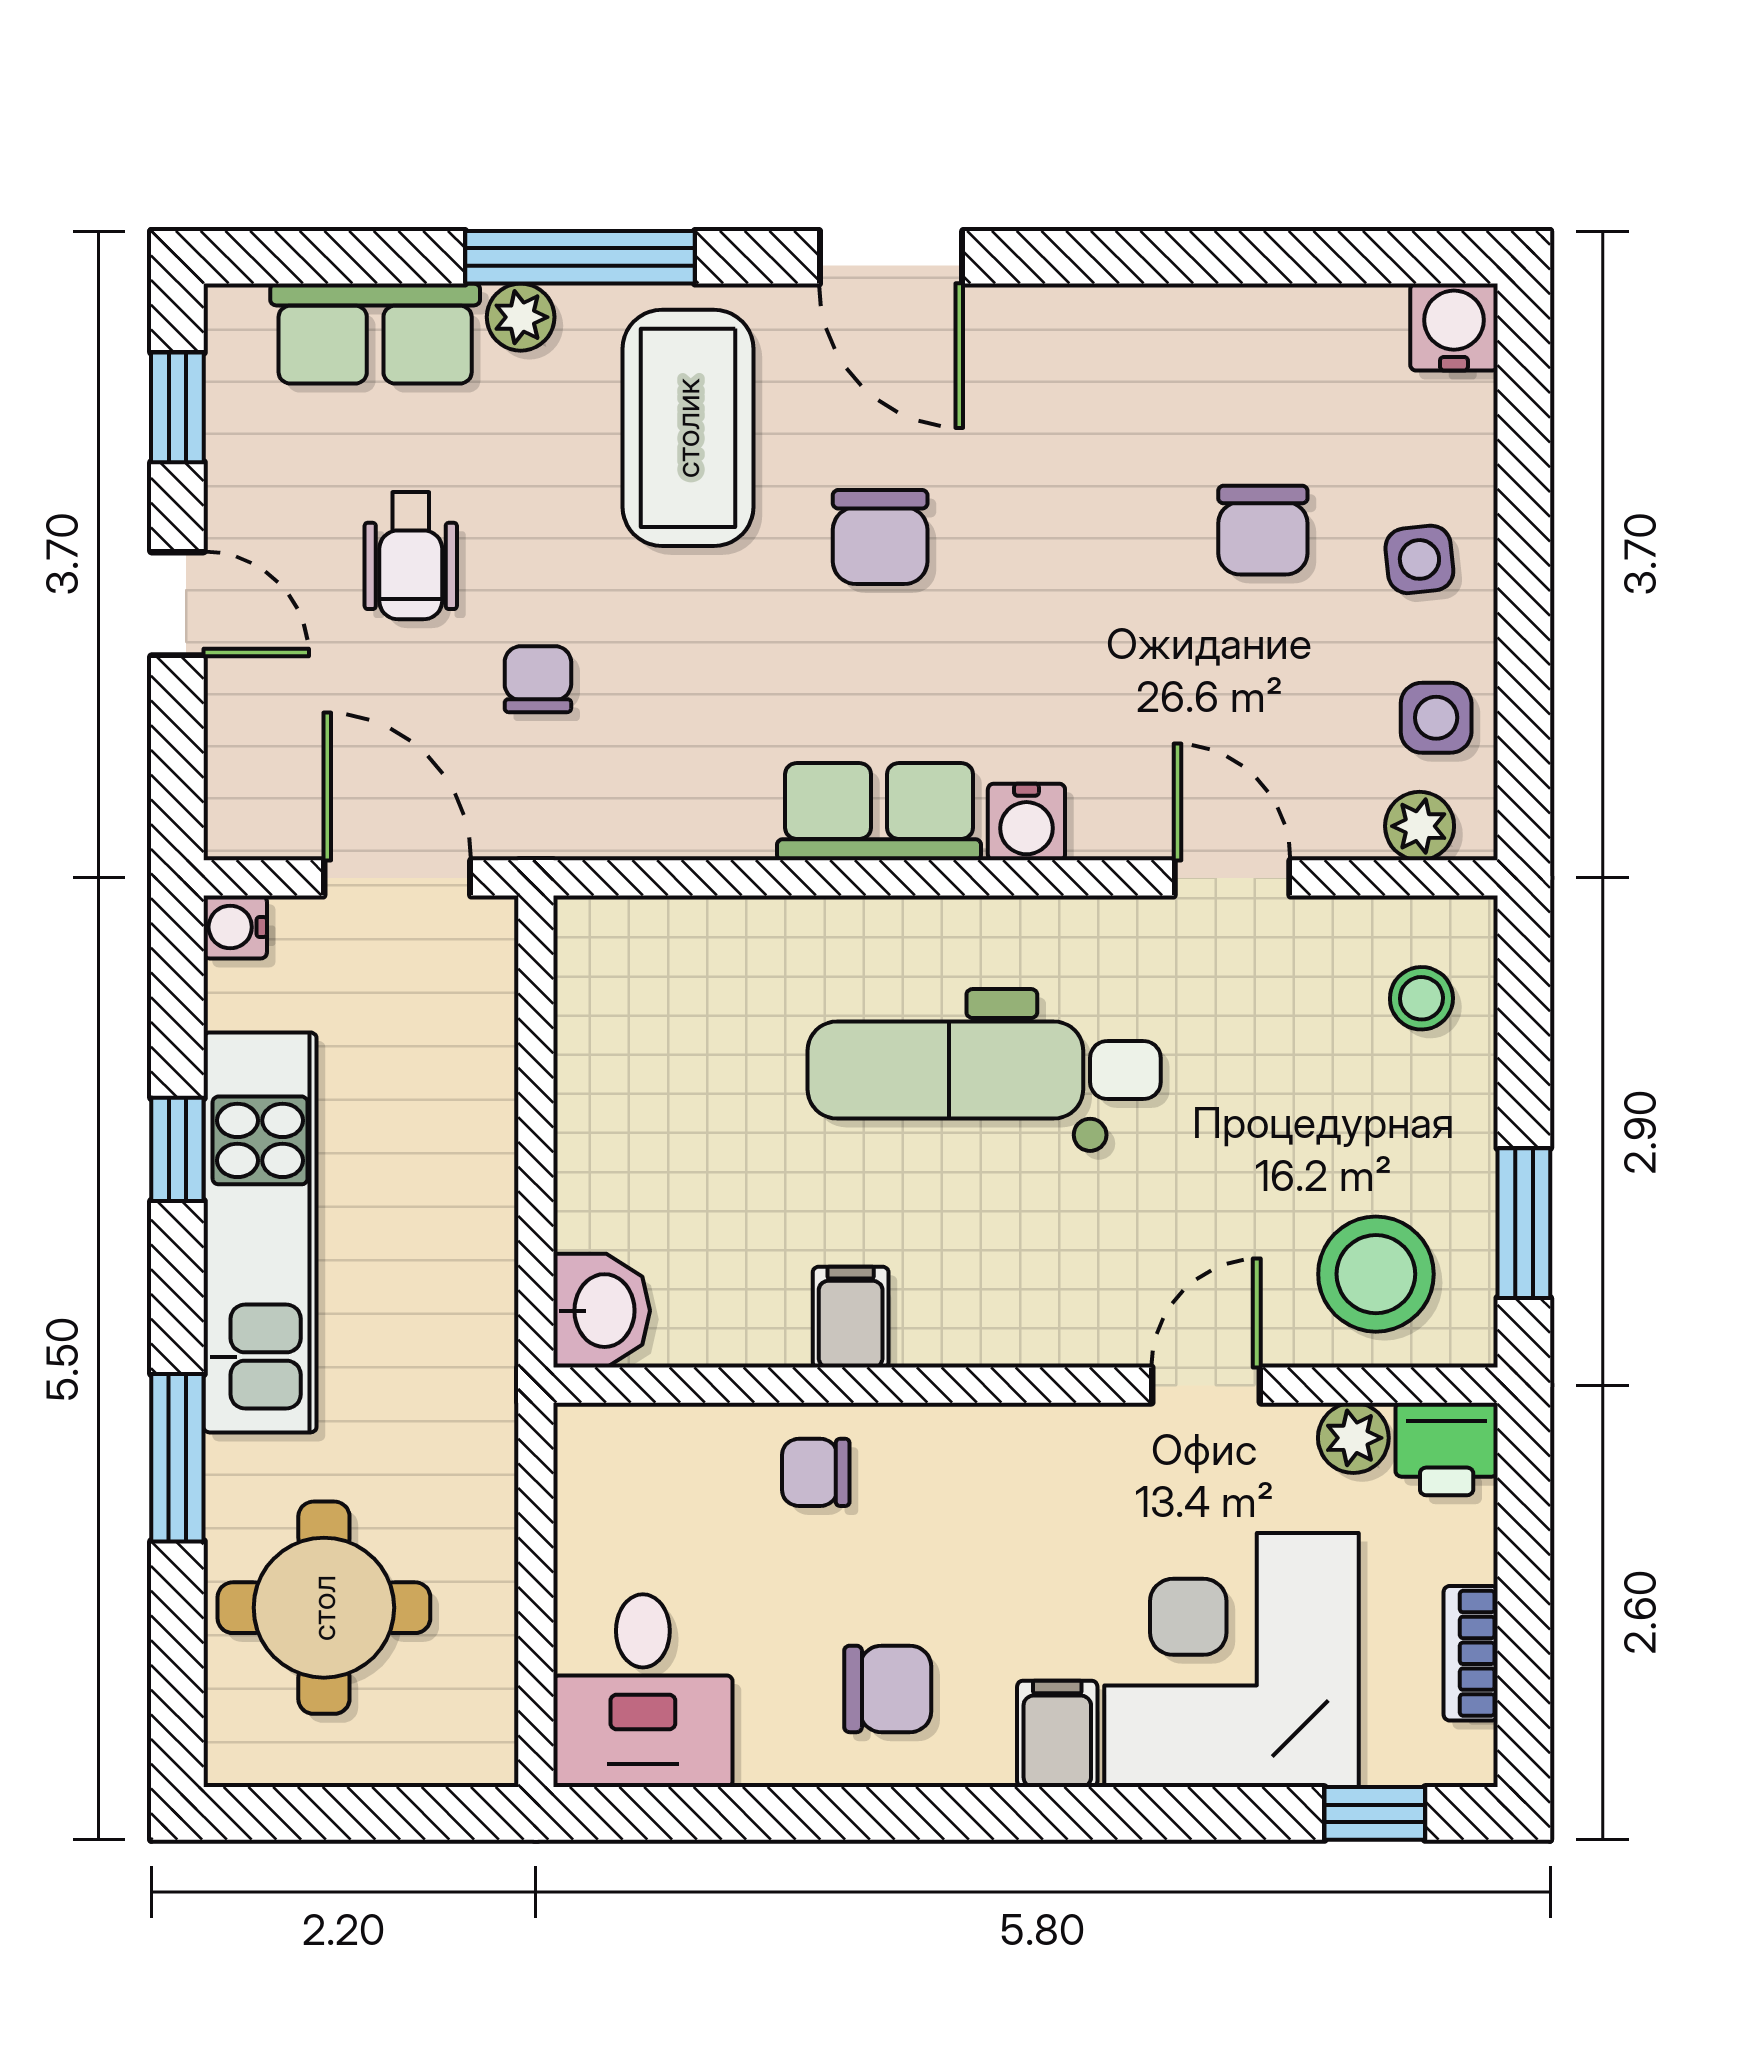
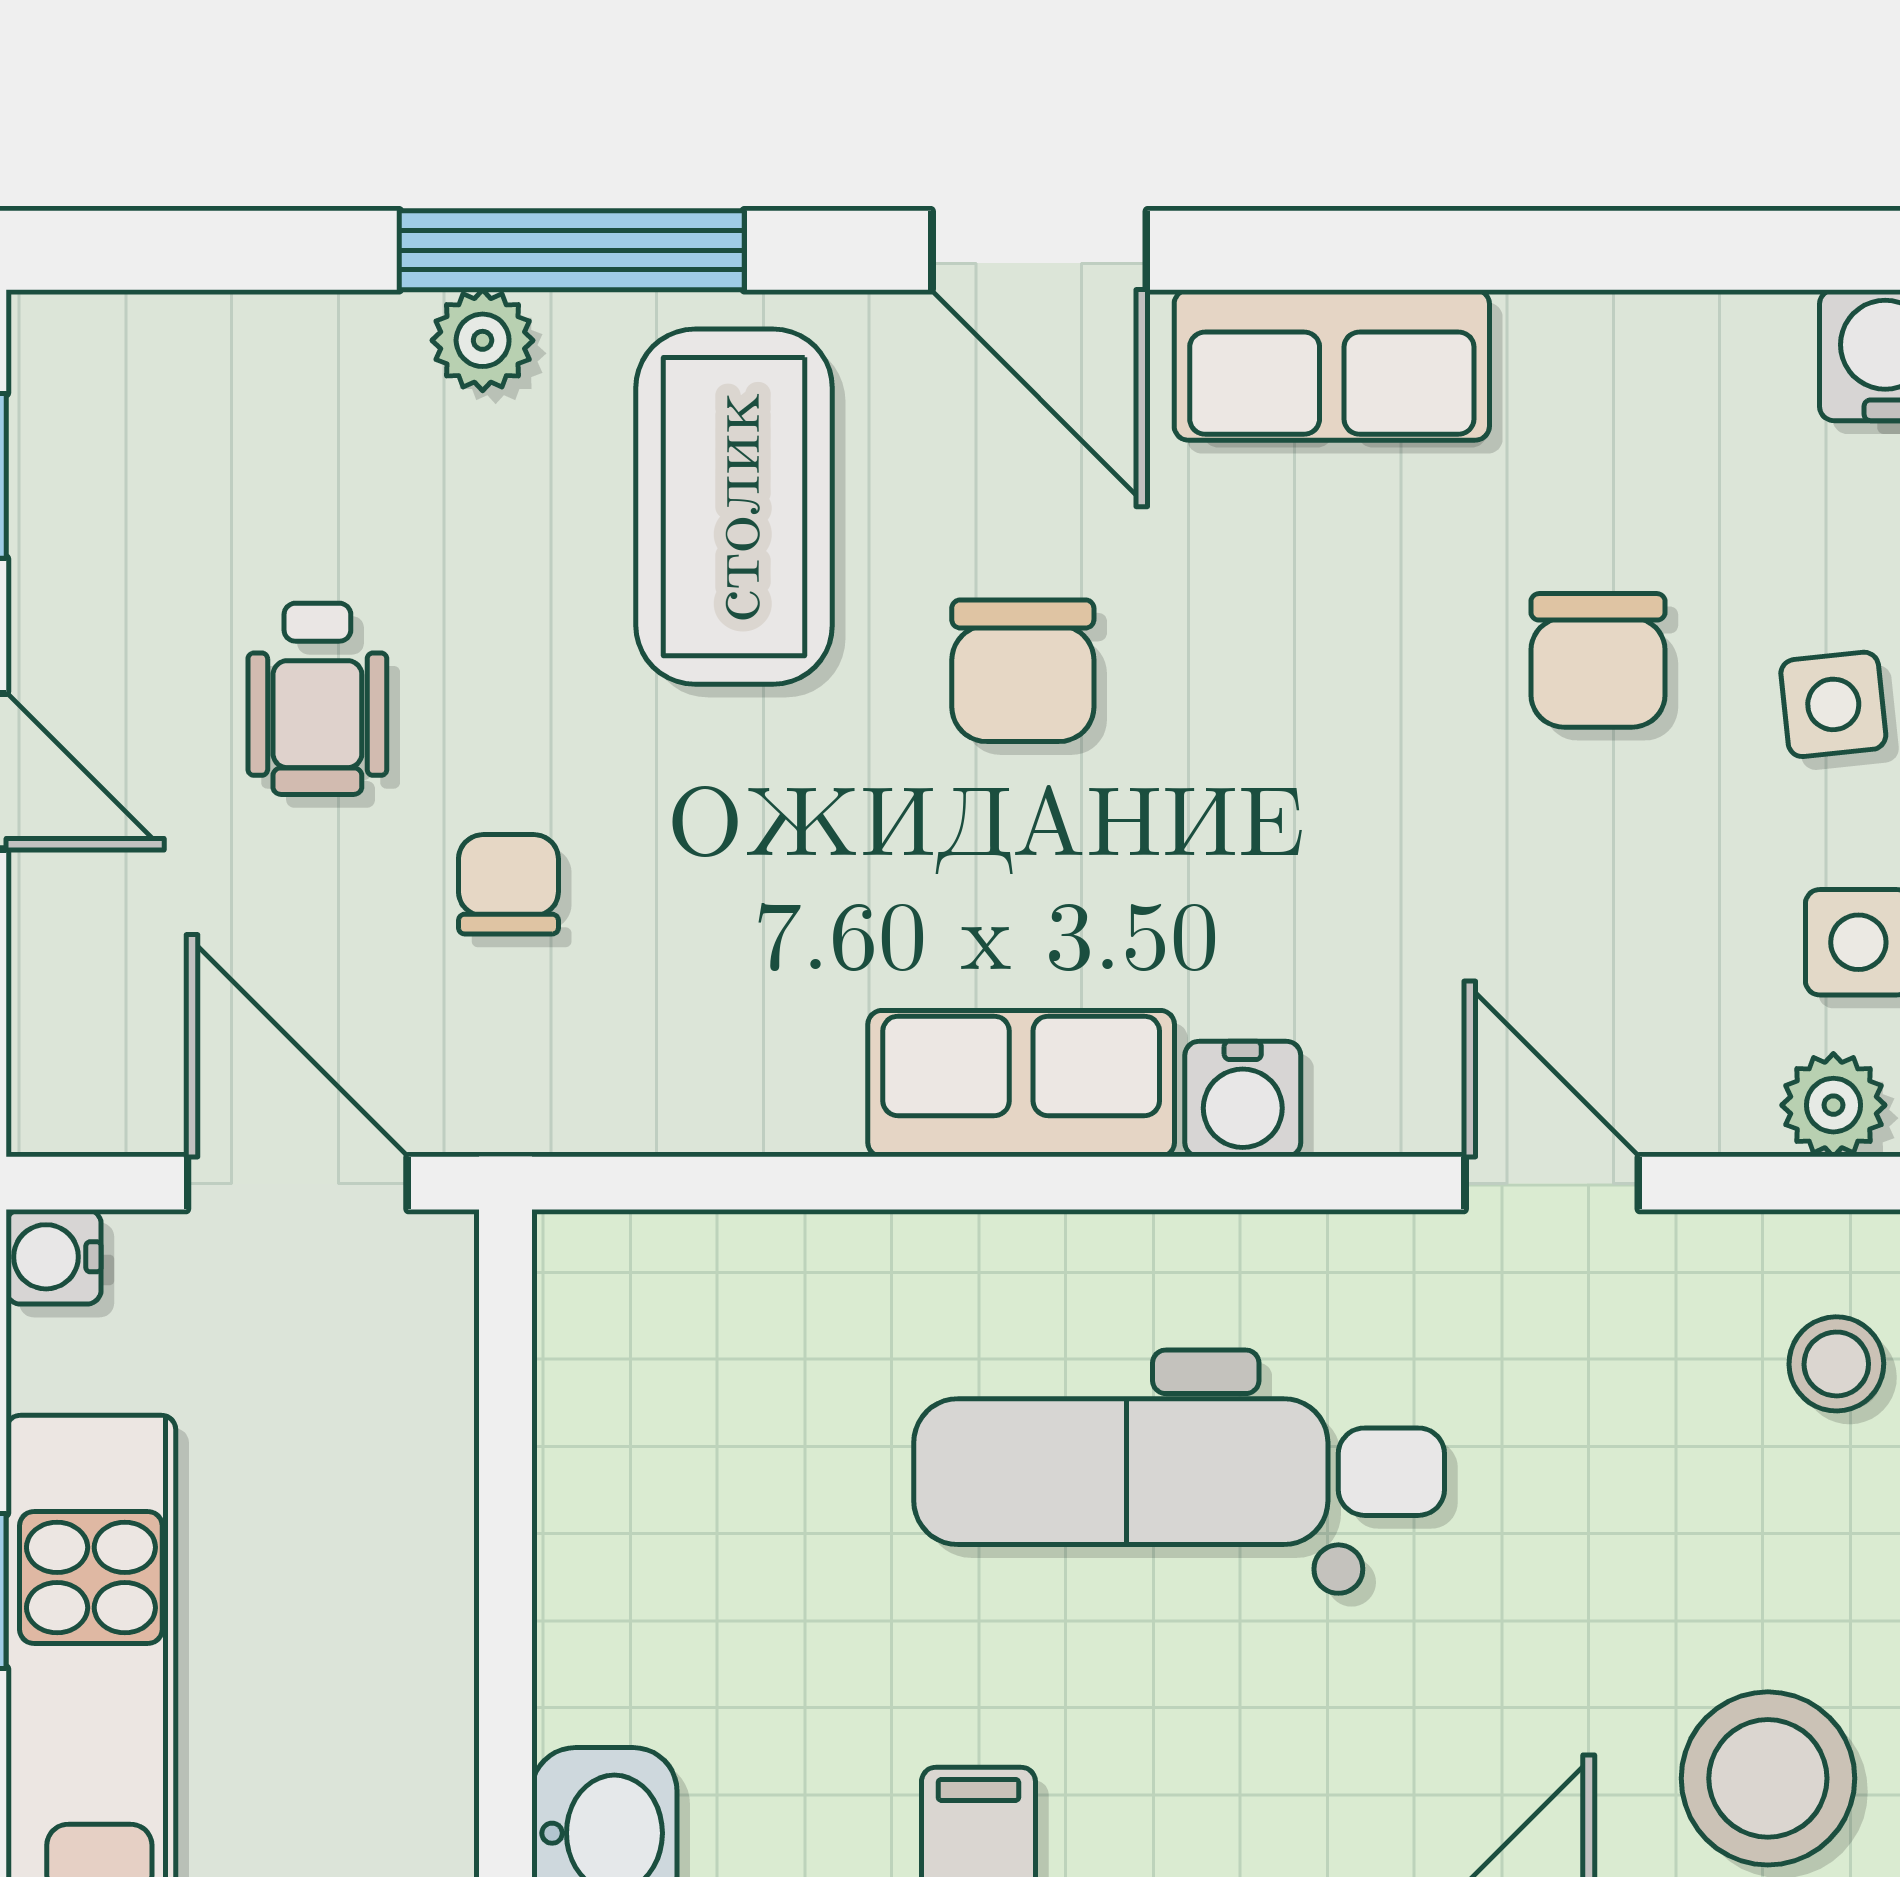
row of seats: (375, 334) -> (1332, 365), moved

